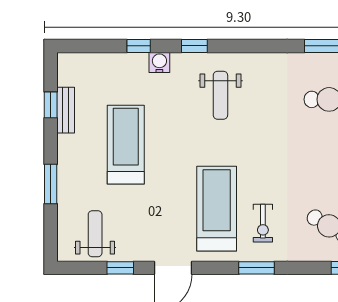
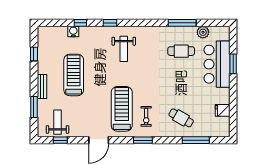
water cooler: (159, 63) -> (73, 32), moved
bench: (66, 110) -> (42, 86), moved
window: (51, 184) -> (34, 107), moved
window: (120, 268) -> (60, 140), moved

